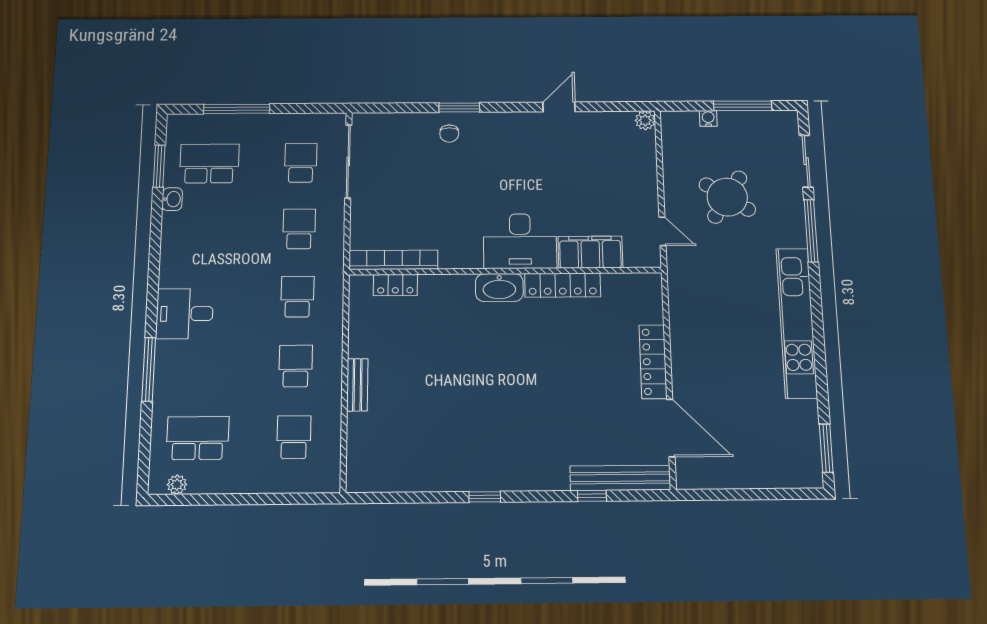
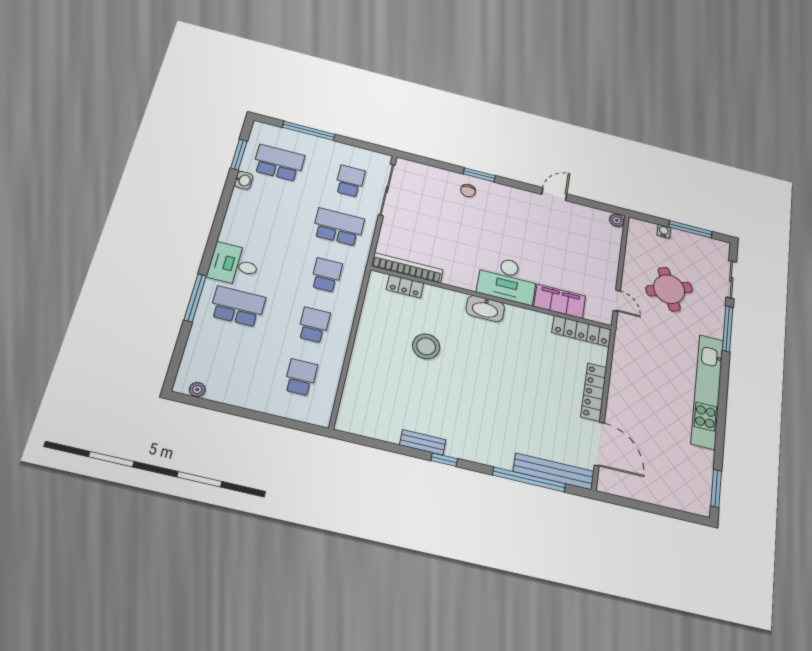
round table: (727, 197) -> (669, 289), turned 36
school desk: (299, 229) -> (338, 227), width x1.85
locker: (563, 285) -> (582, 331), moved
stool: (436, 357) -> (426, 346), added
bench: (357, 385) -> (423, 442), moved, turned 90
school desk: (198, 438) -> (238, 306), moved
window: (592, 496) -> (529, 480), width x3.17

